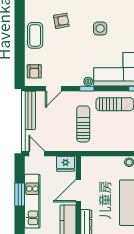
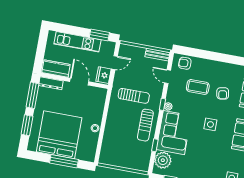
coffee table: (35, 35) -> (198, 87), moved
bench: (30, 110) -> (157, 55), width x0.73
door: (37, 154) -> (114, 63), moved
window: (20, 195) -> (99, 35), moved

